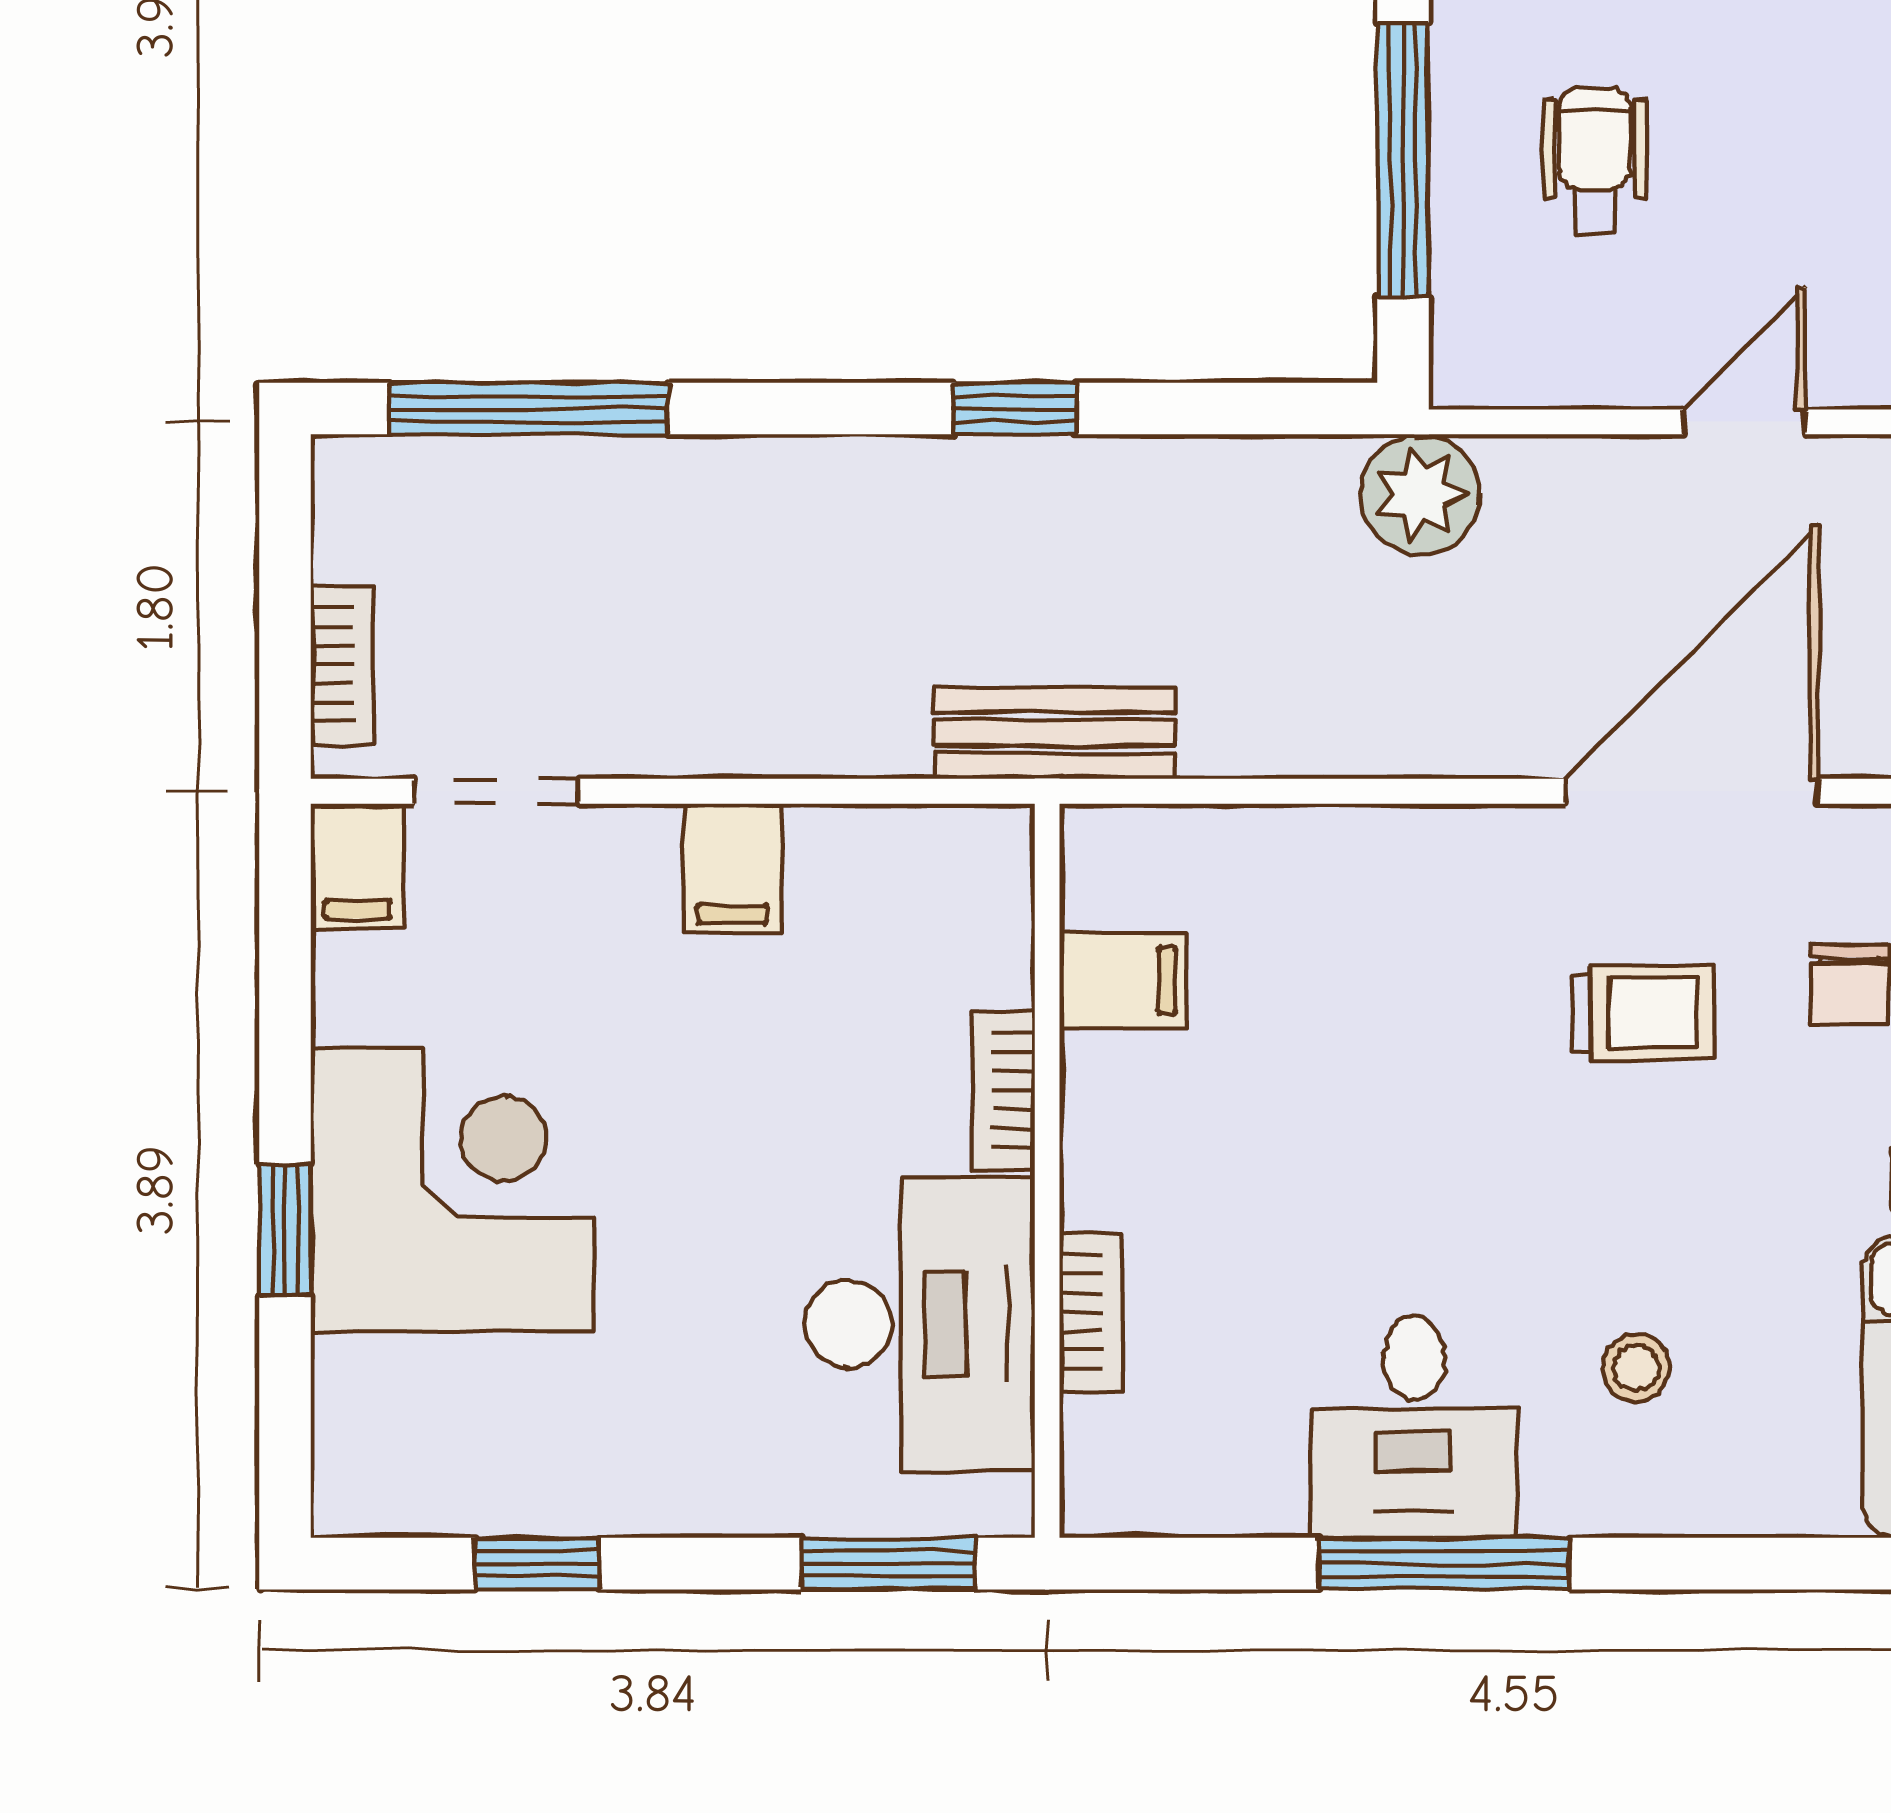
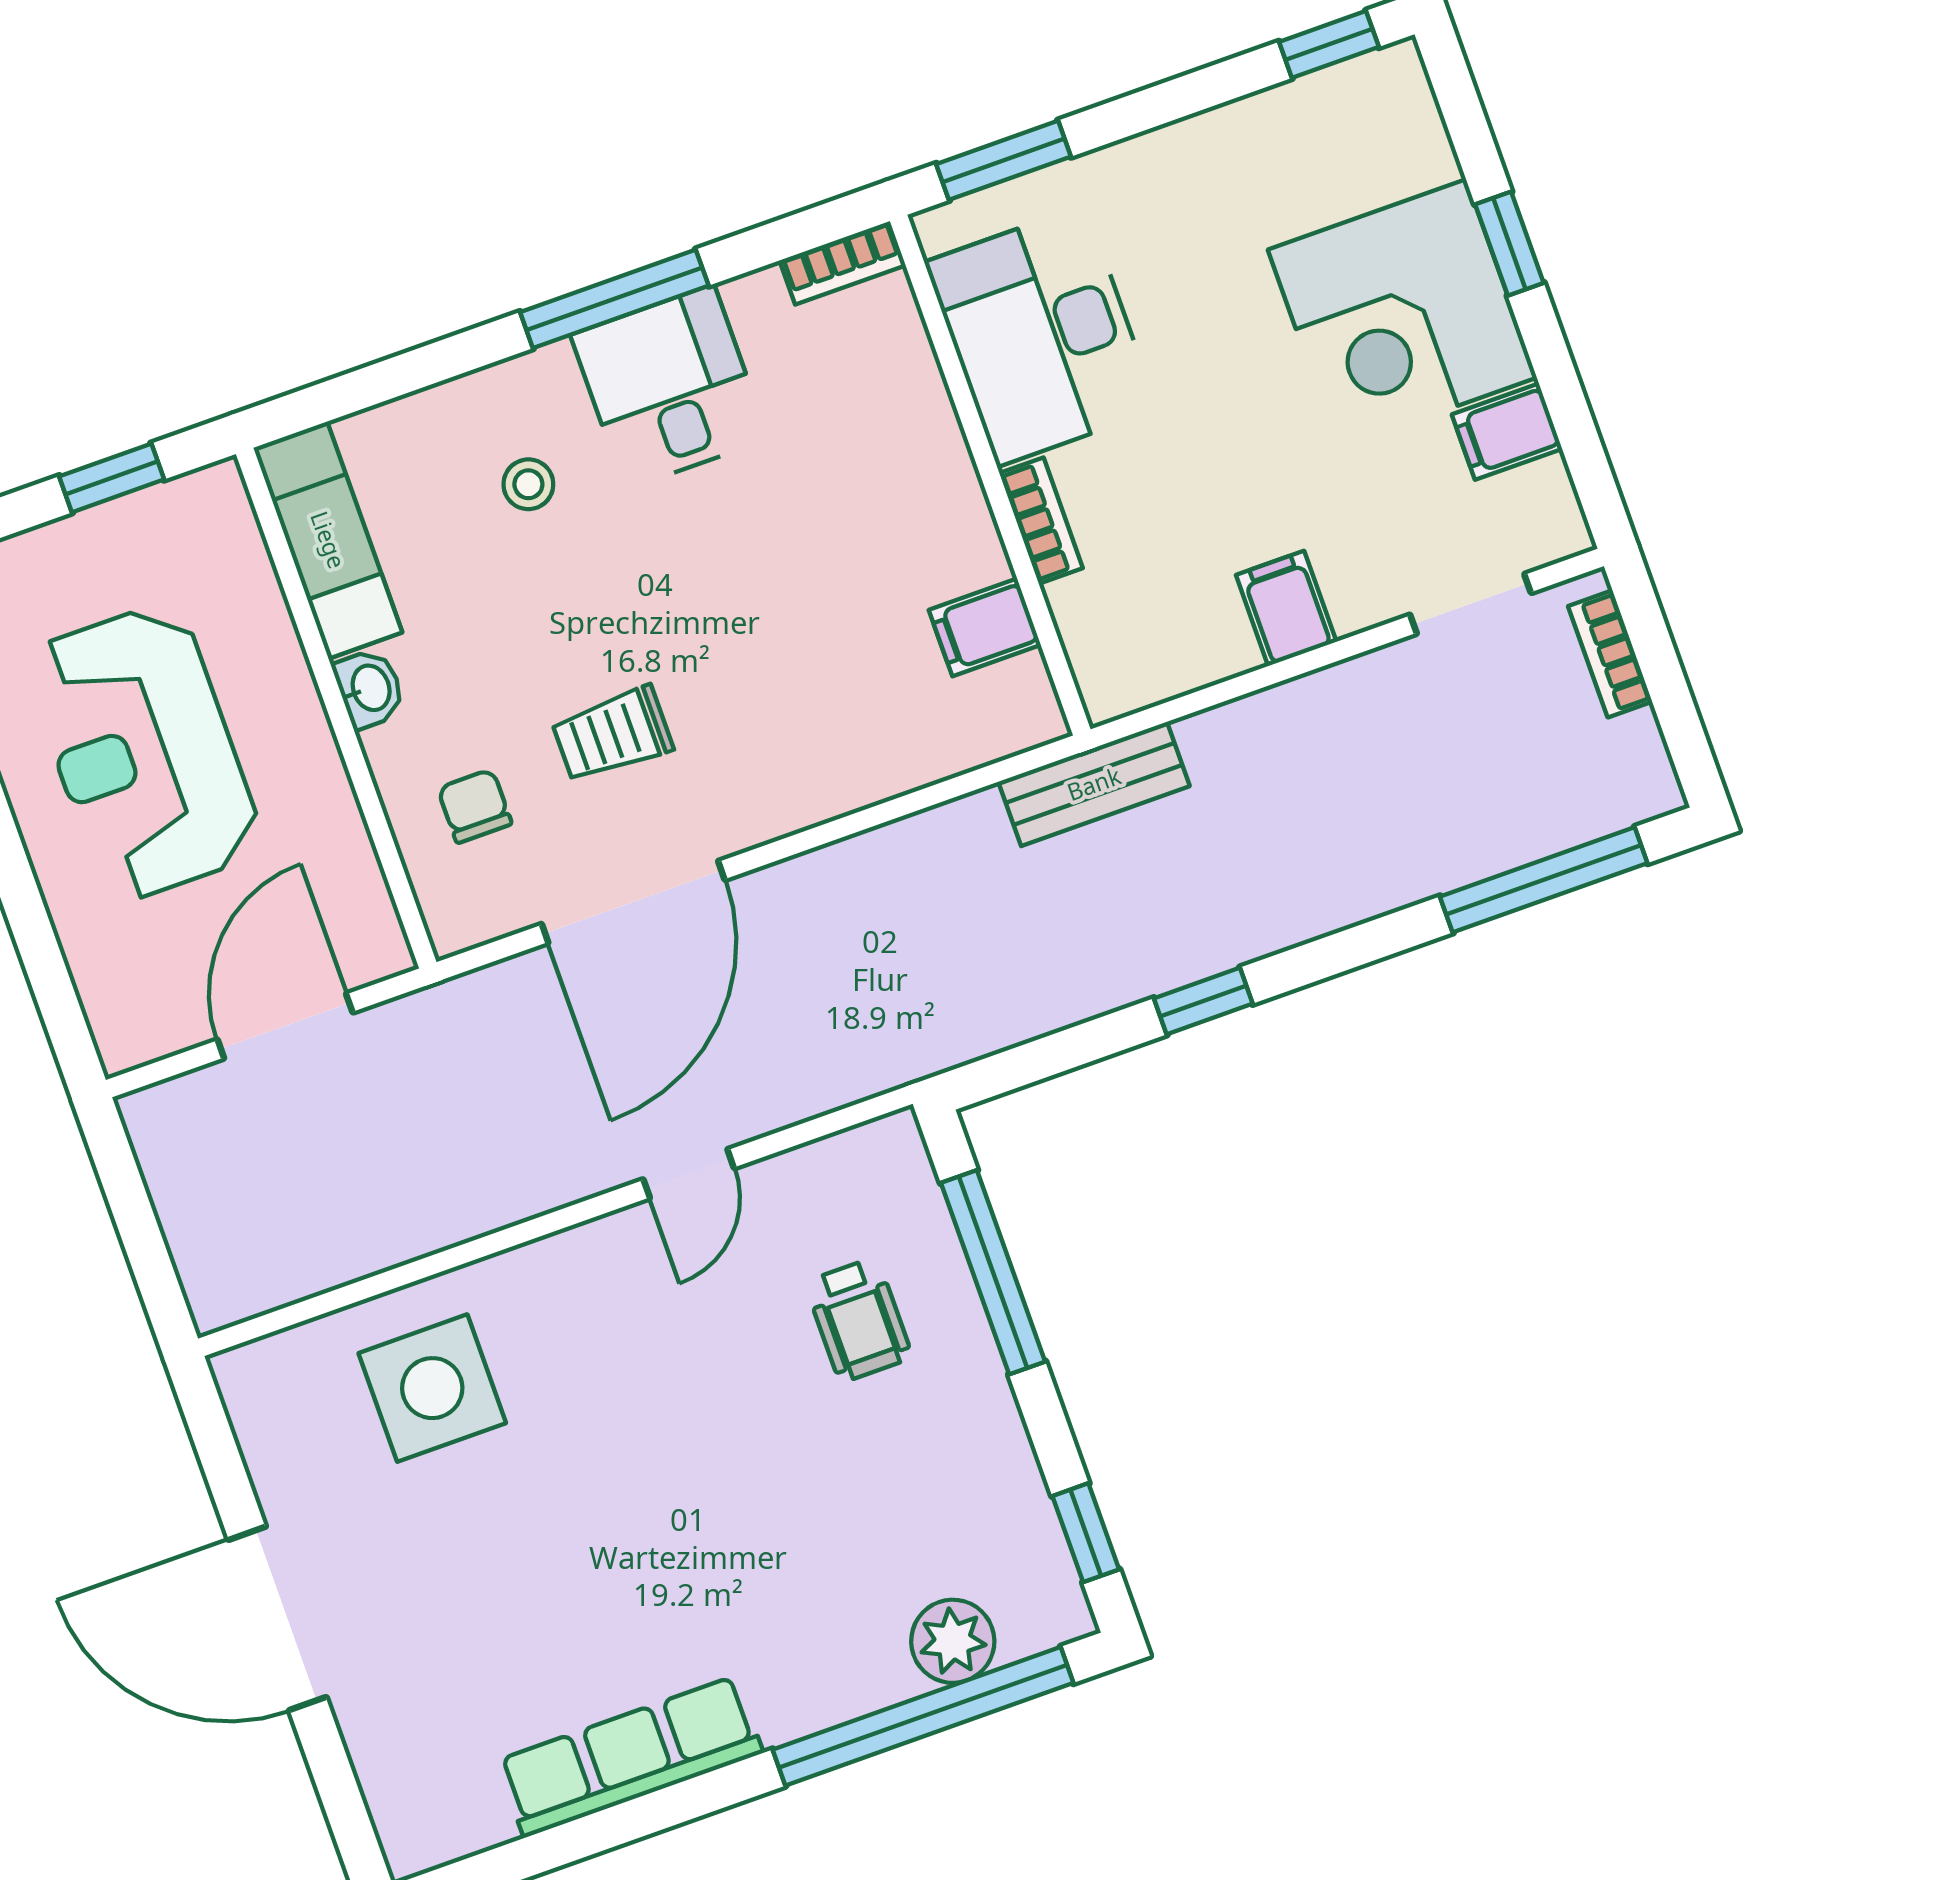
plant: (1420, 494) -> (898, 1042), removed
filing cabinet: (357, 866) -> (1507, 432), moved, turned -90
bookcase: (1091, 1312) -> (843, 263), moved, turned -90
window: (537, 1564) -> (1329, 44), moved

